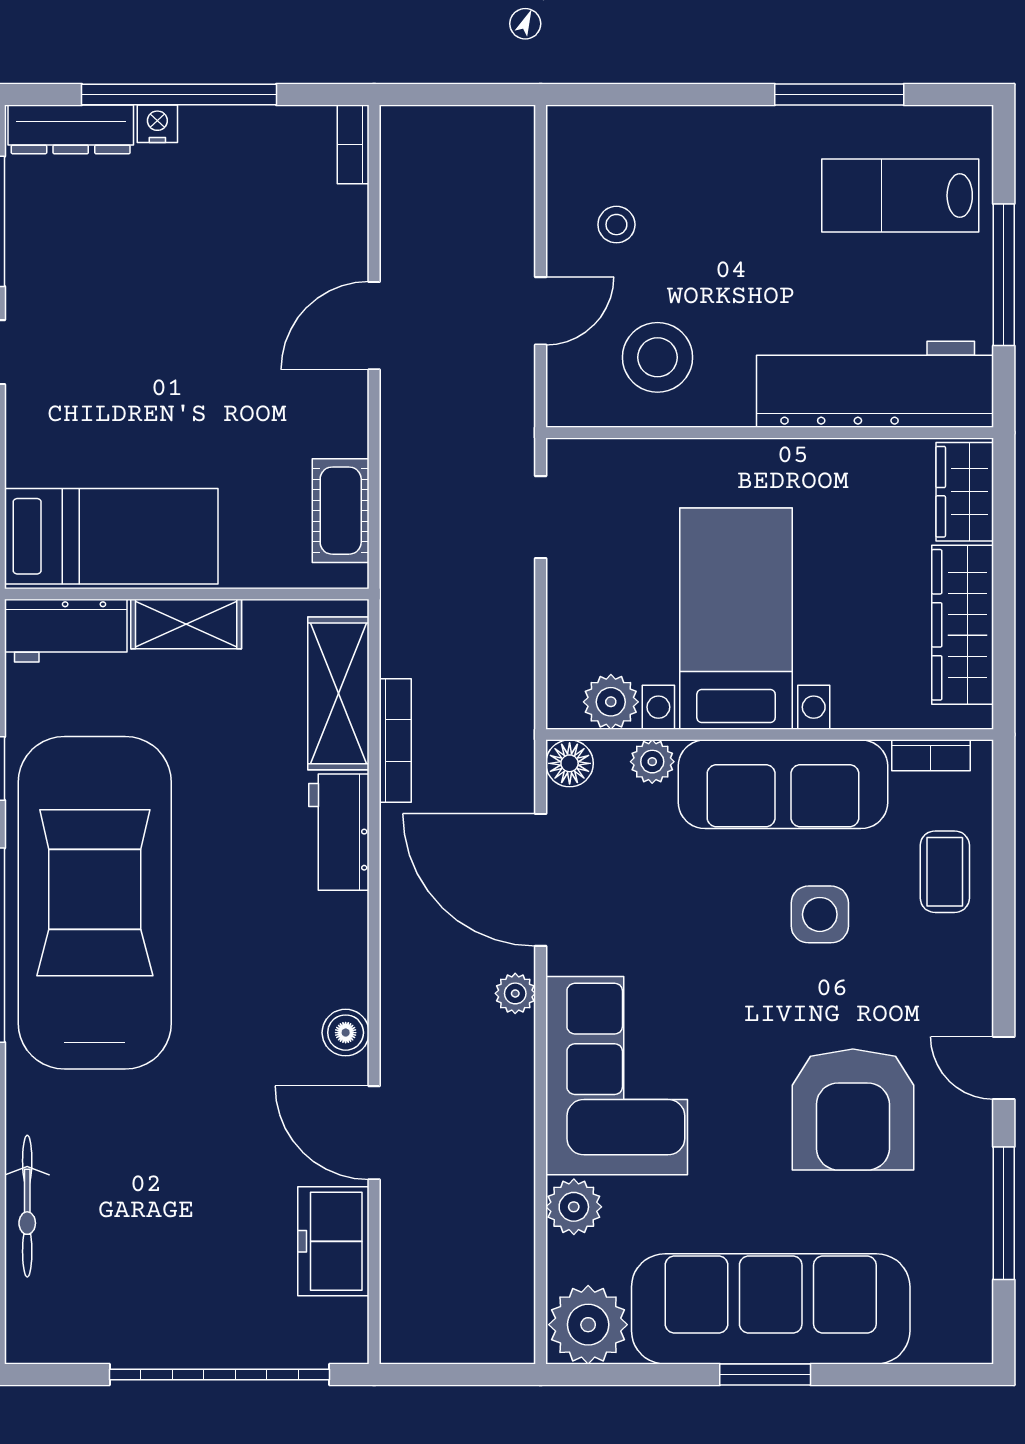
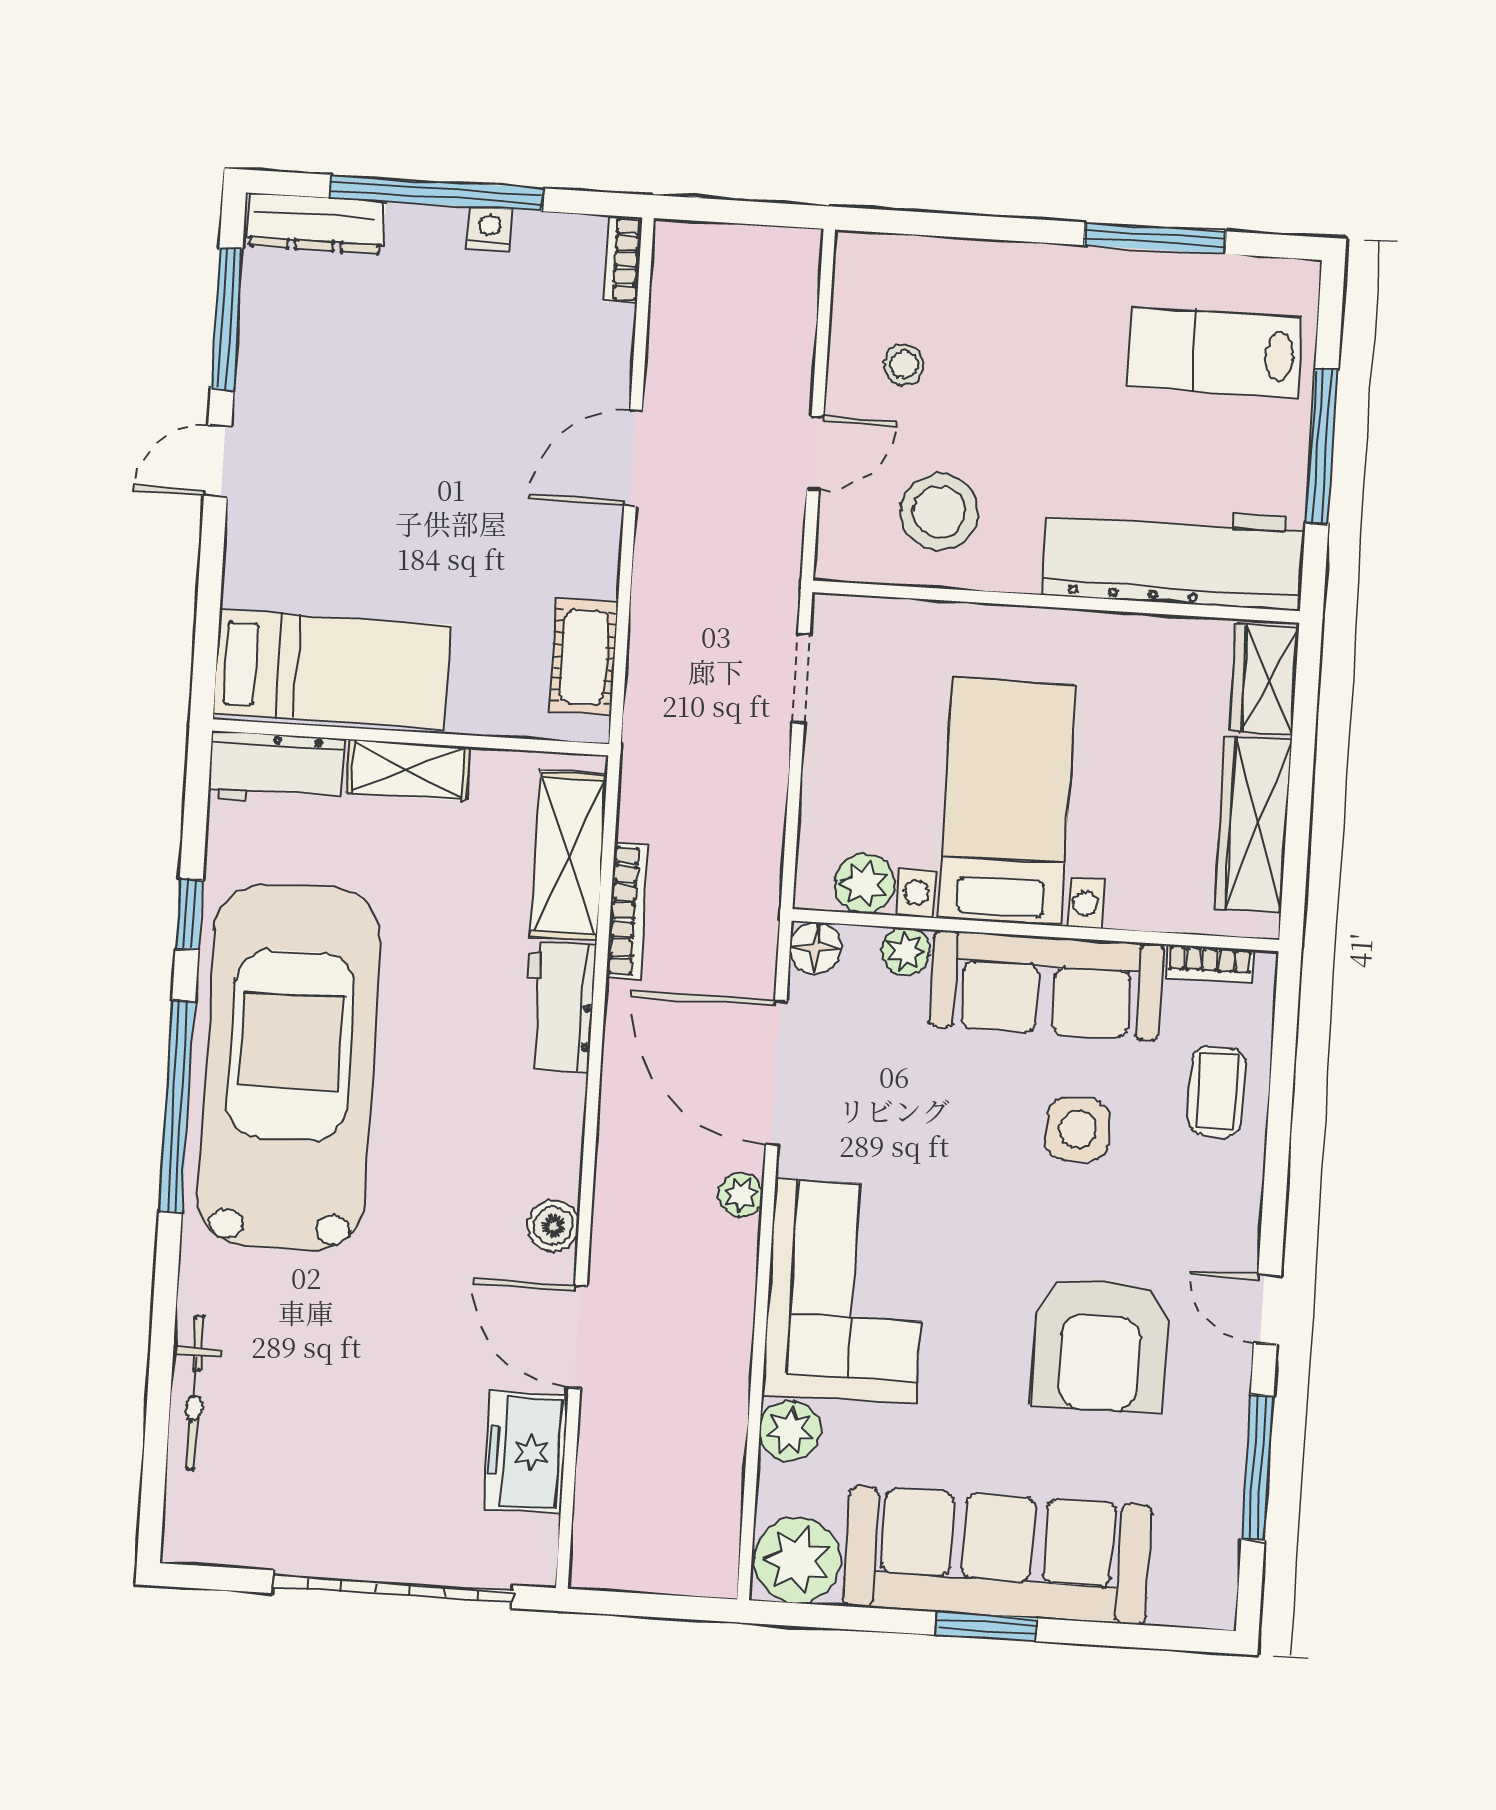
nightstand: (157, 124) -> (490, 228), moved

